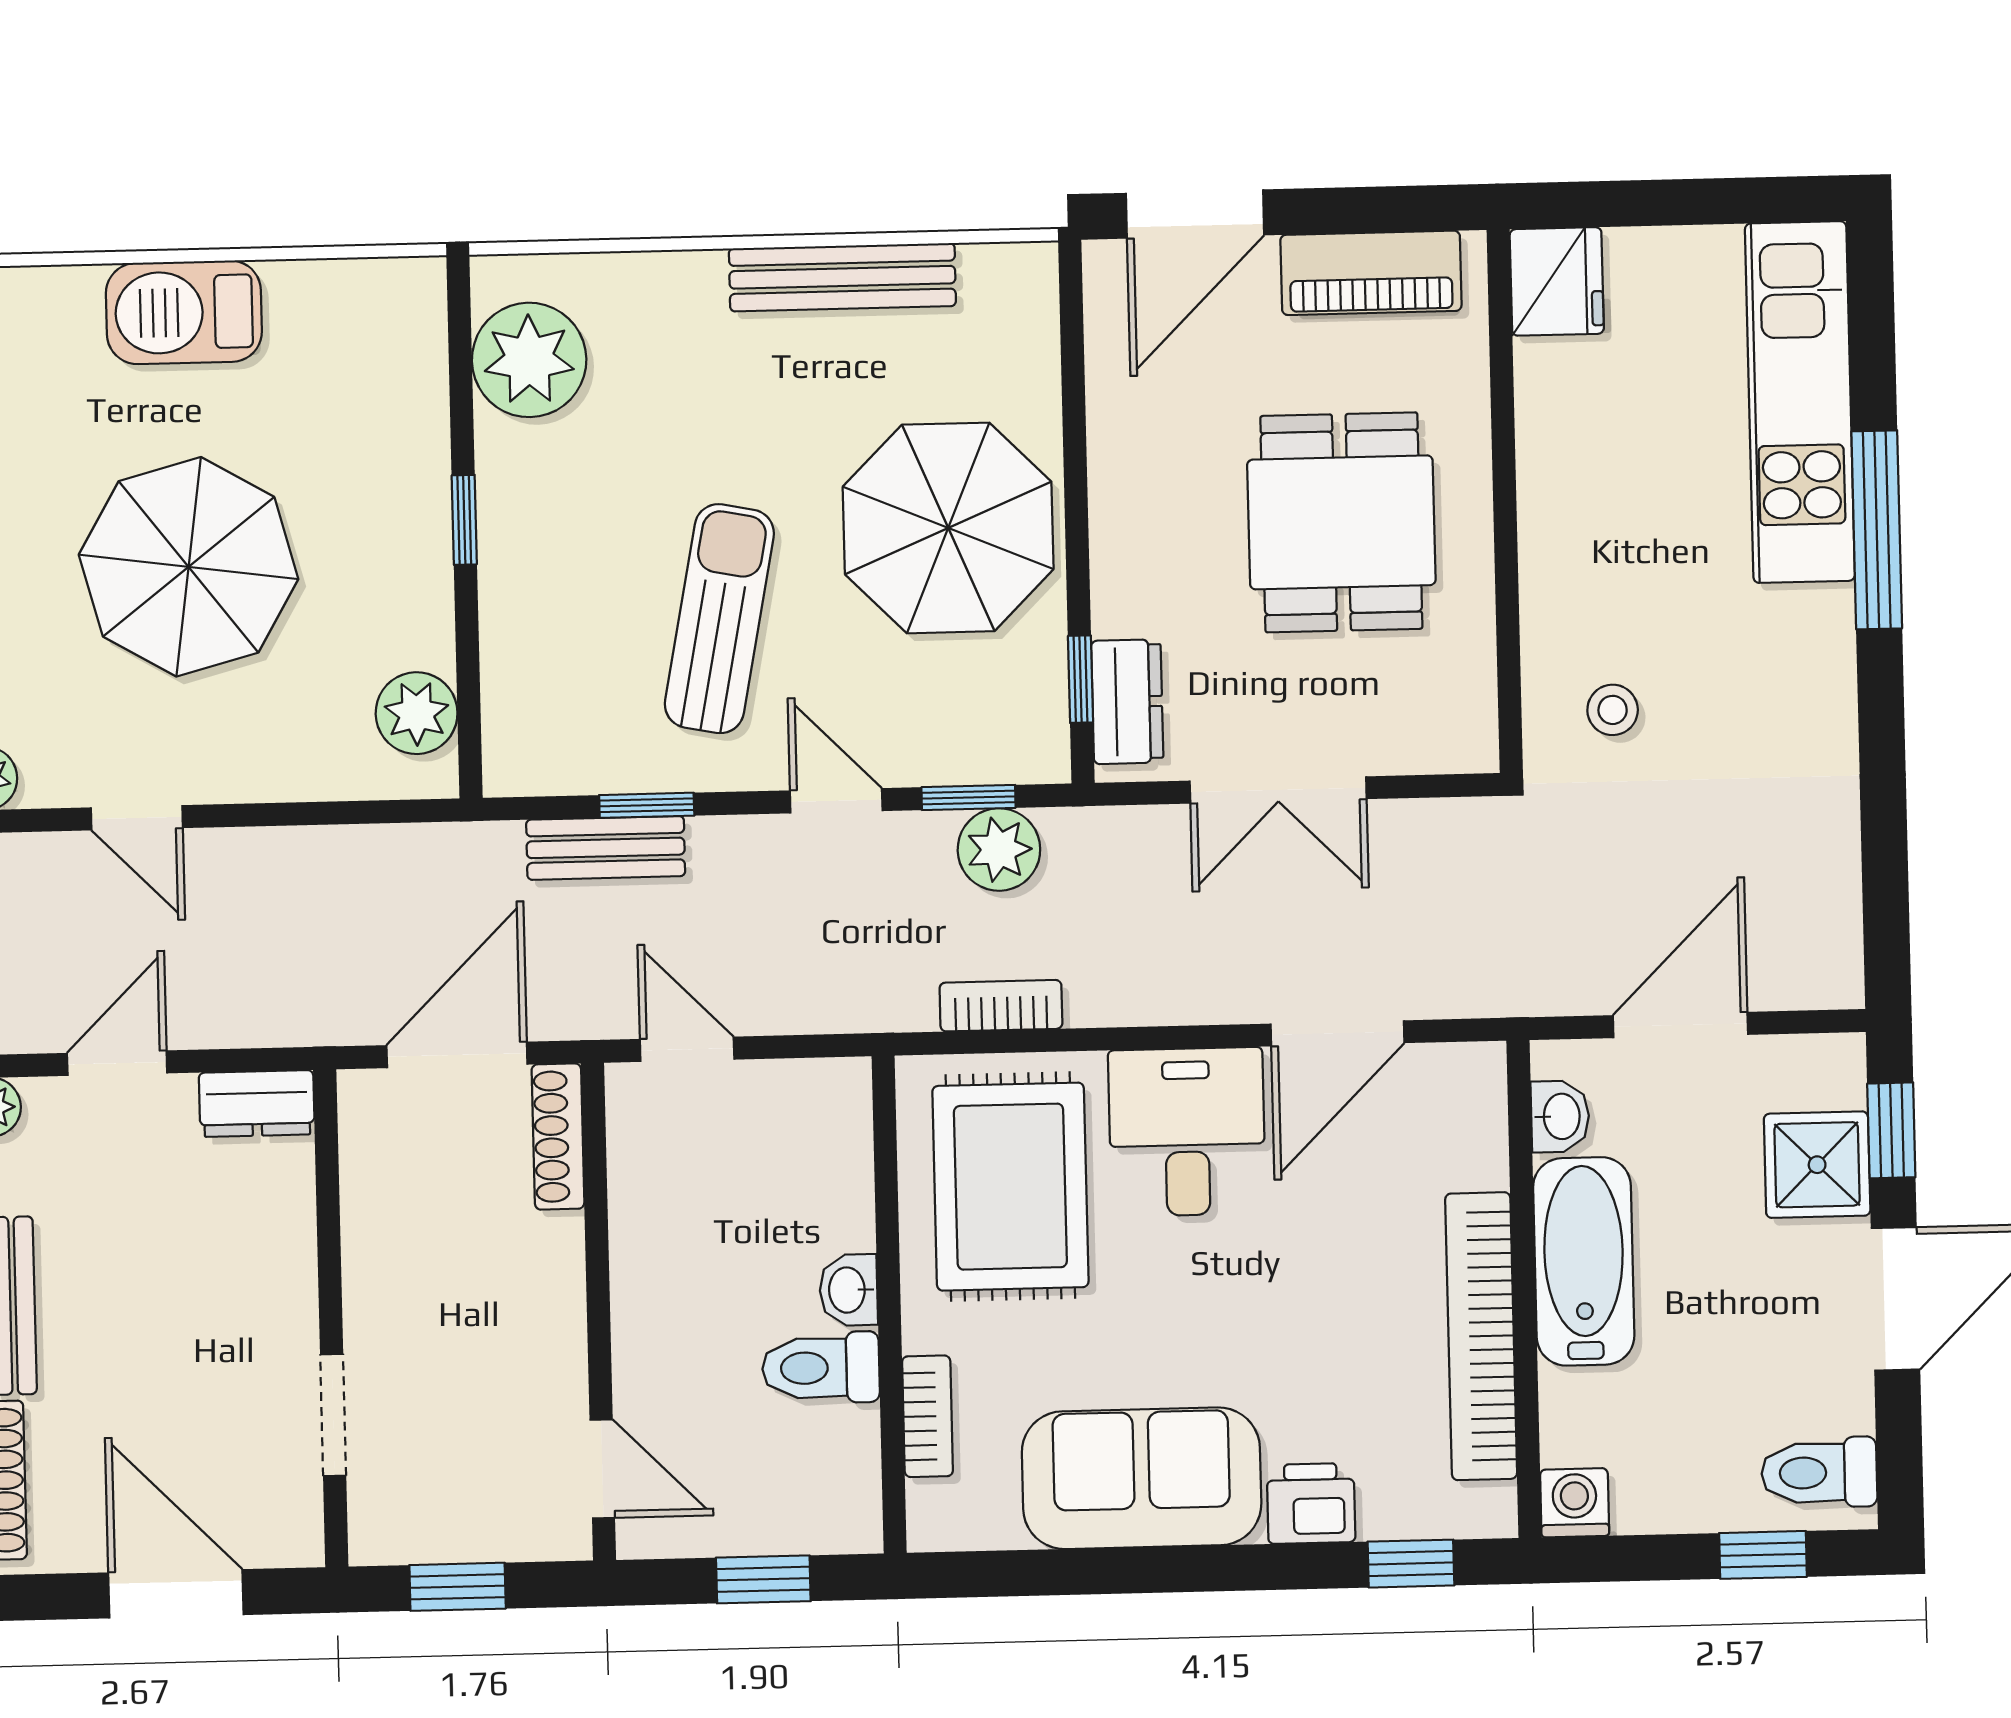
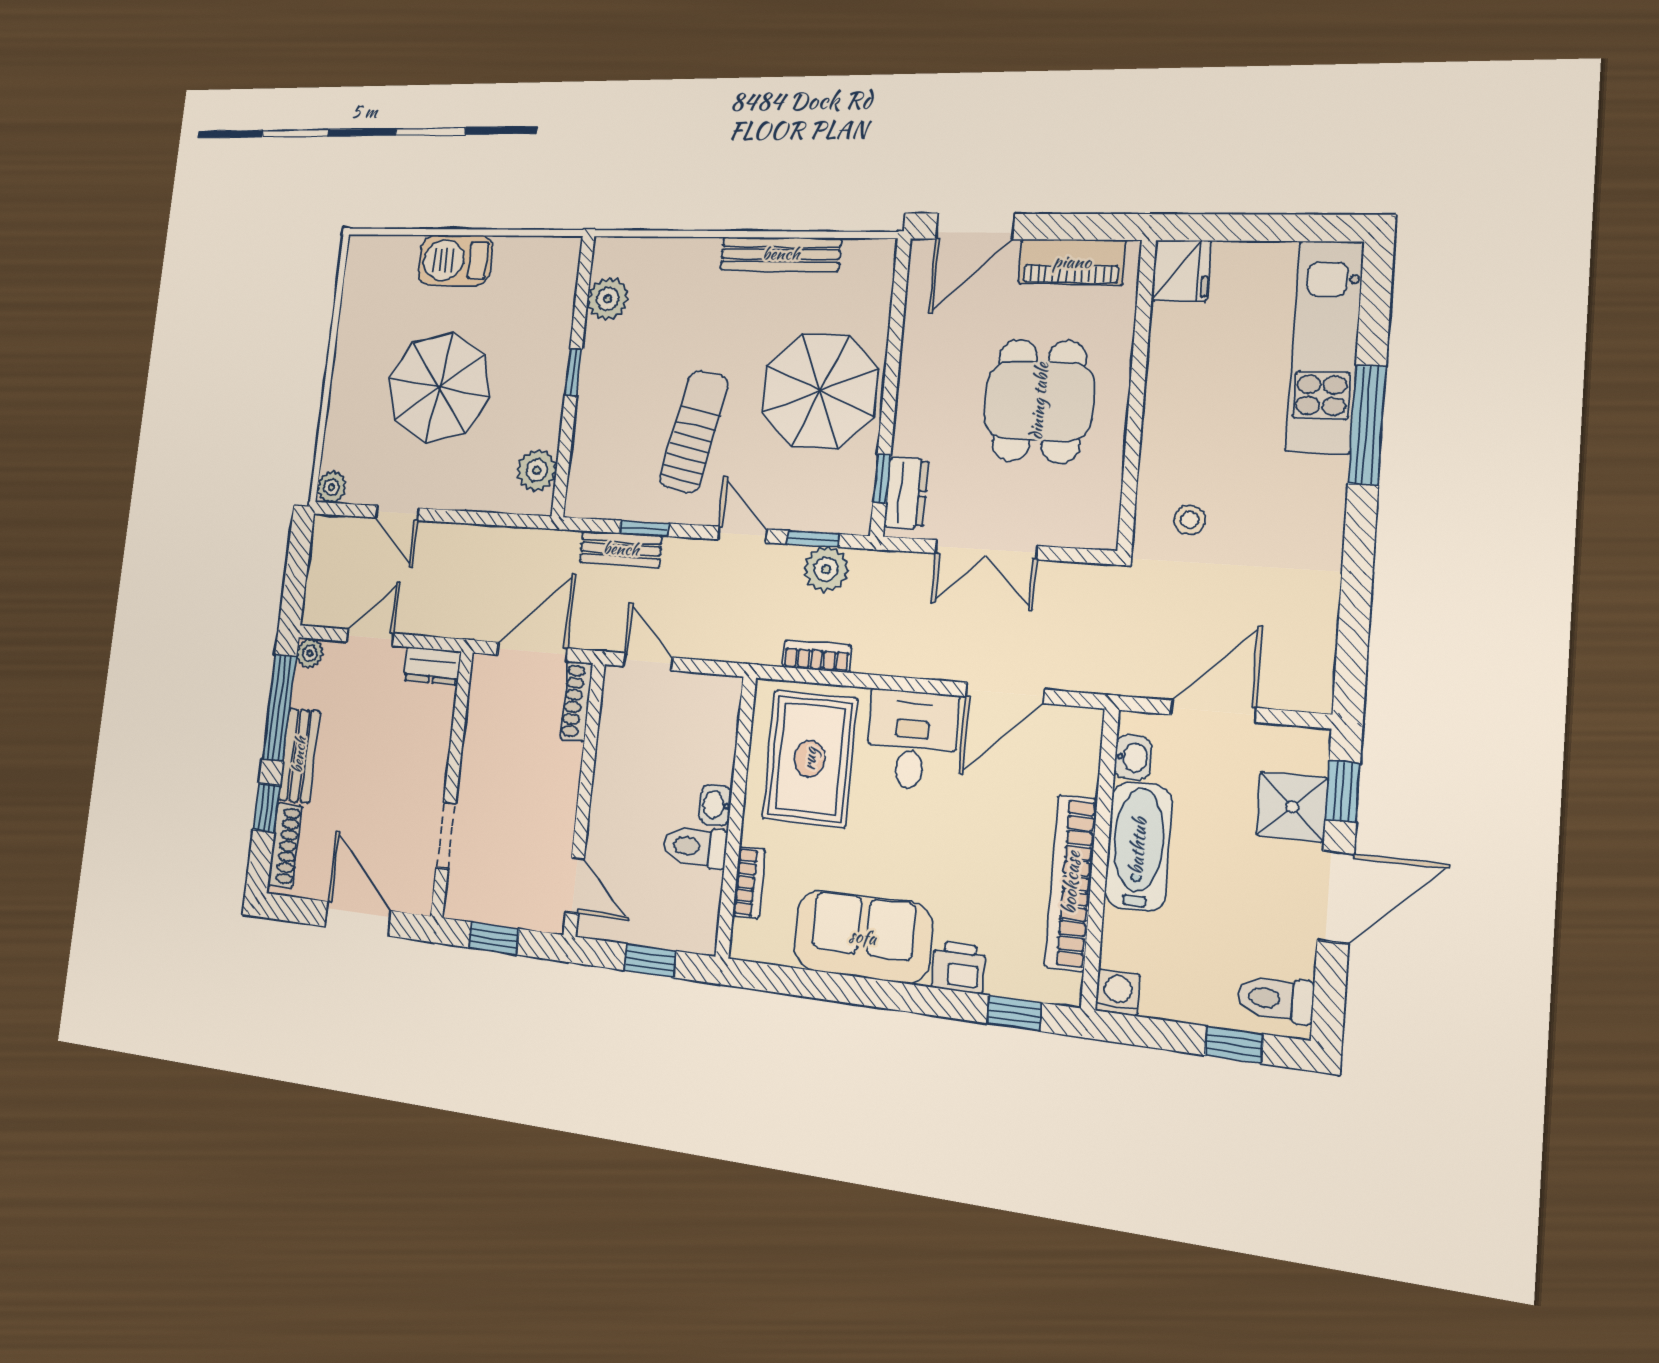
plant: (529, 360) -> (608, 299), width x0.73, depth x0.73

